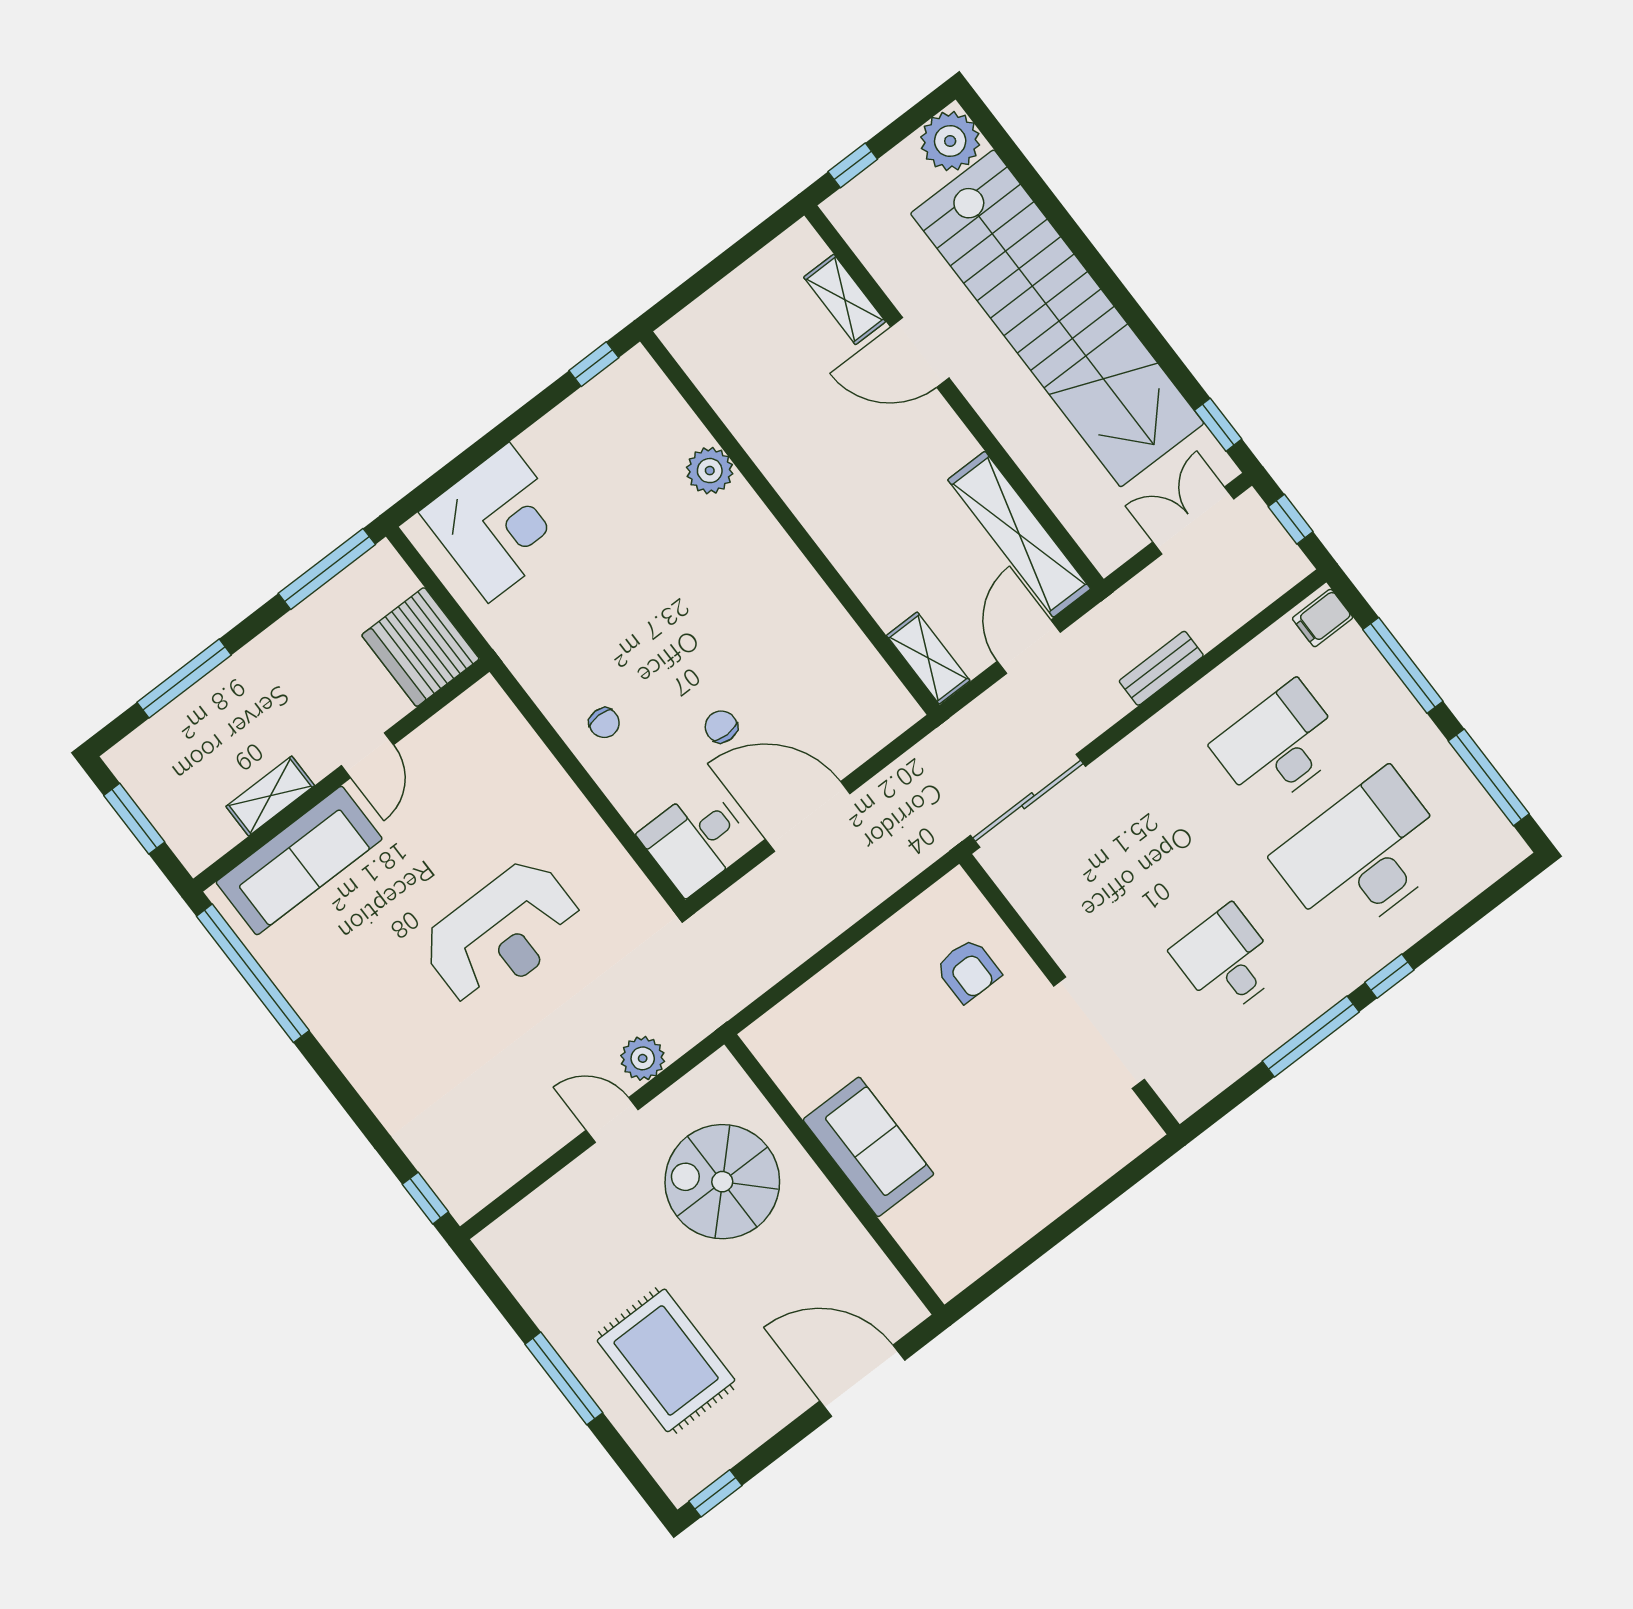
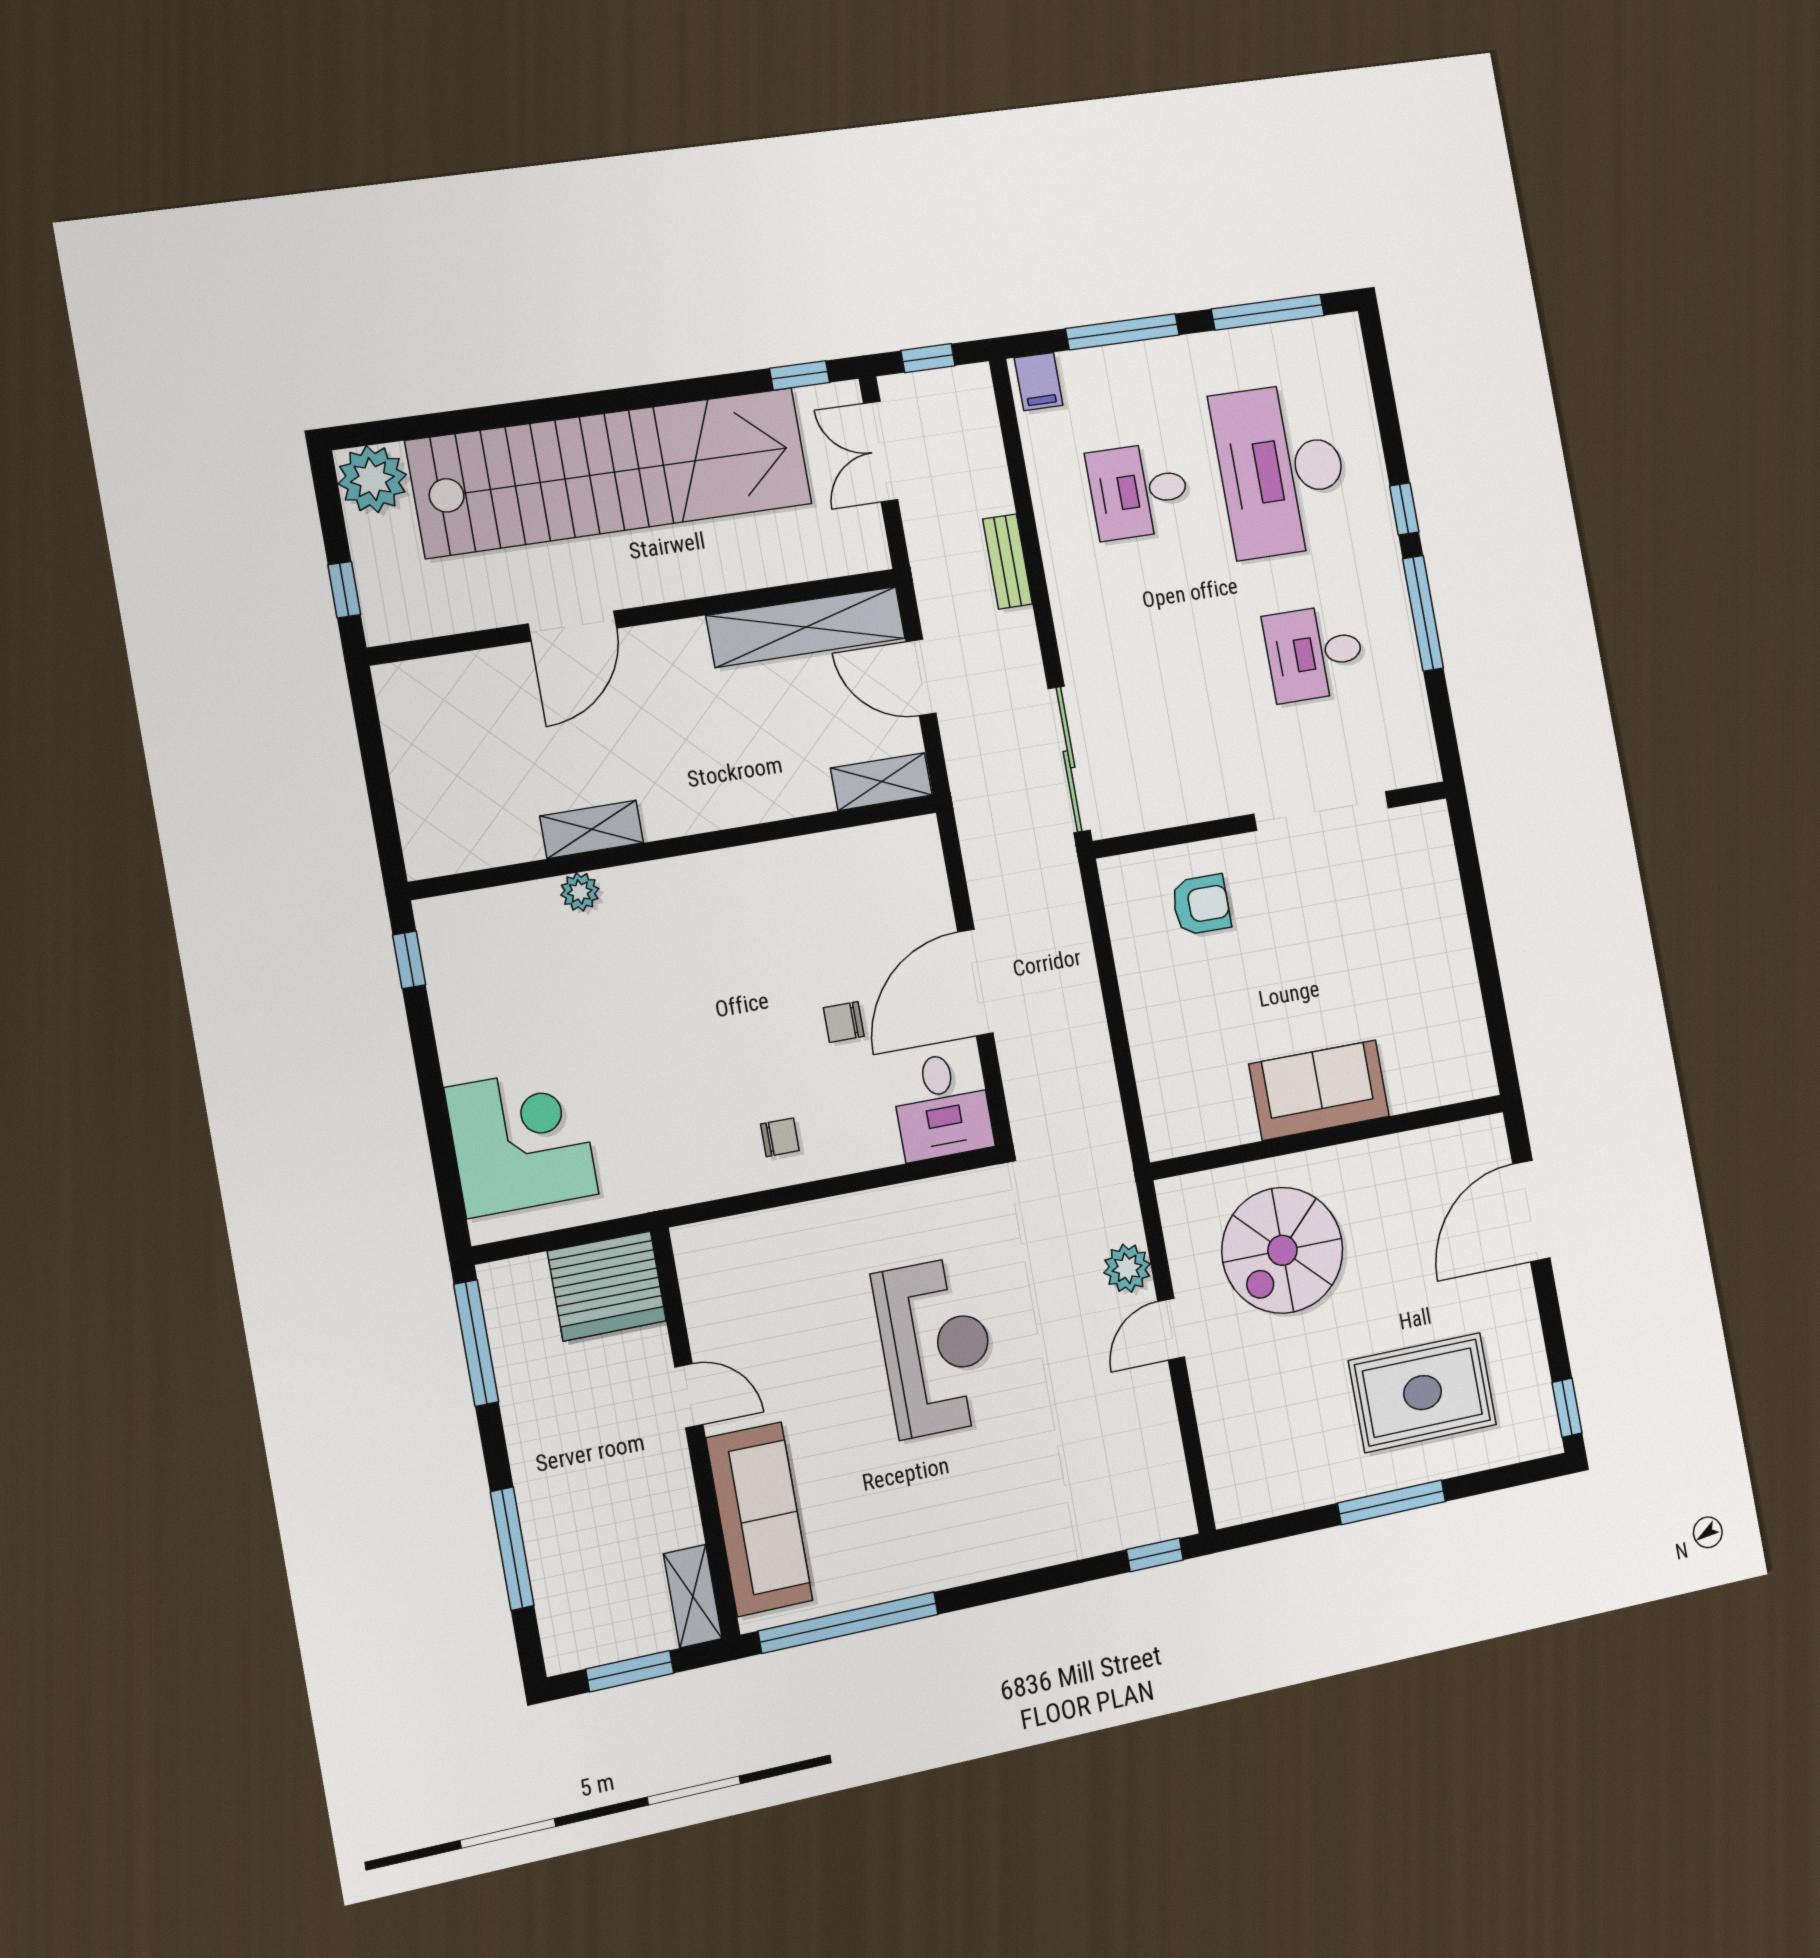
shelving: (845, 299) -> (592, 829), moved
plant: (710, 471) -> (580, 892), width x0.73, depth x0.73
desk: (1279, 746) -> (1139, 491), width x0.73
shelving: (270, 796) -> (693, 1596), moved

